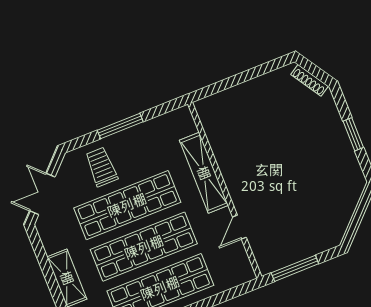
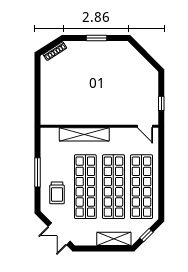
trolley: (101, 167) -> (57, 193), turned -90
door: (239, 227) -> (145, 126), moved
window: (295, 268) -> (161, 103), width x0.46

